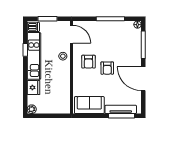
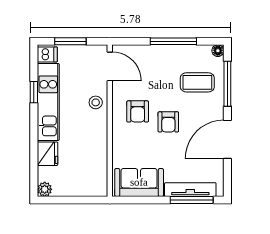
coffee table: (125, 44) -> (197, 82), added
door: (143, 79) -> (227, 139), hinge flipped

